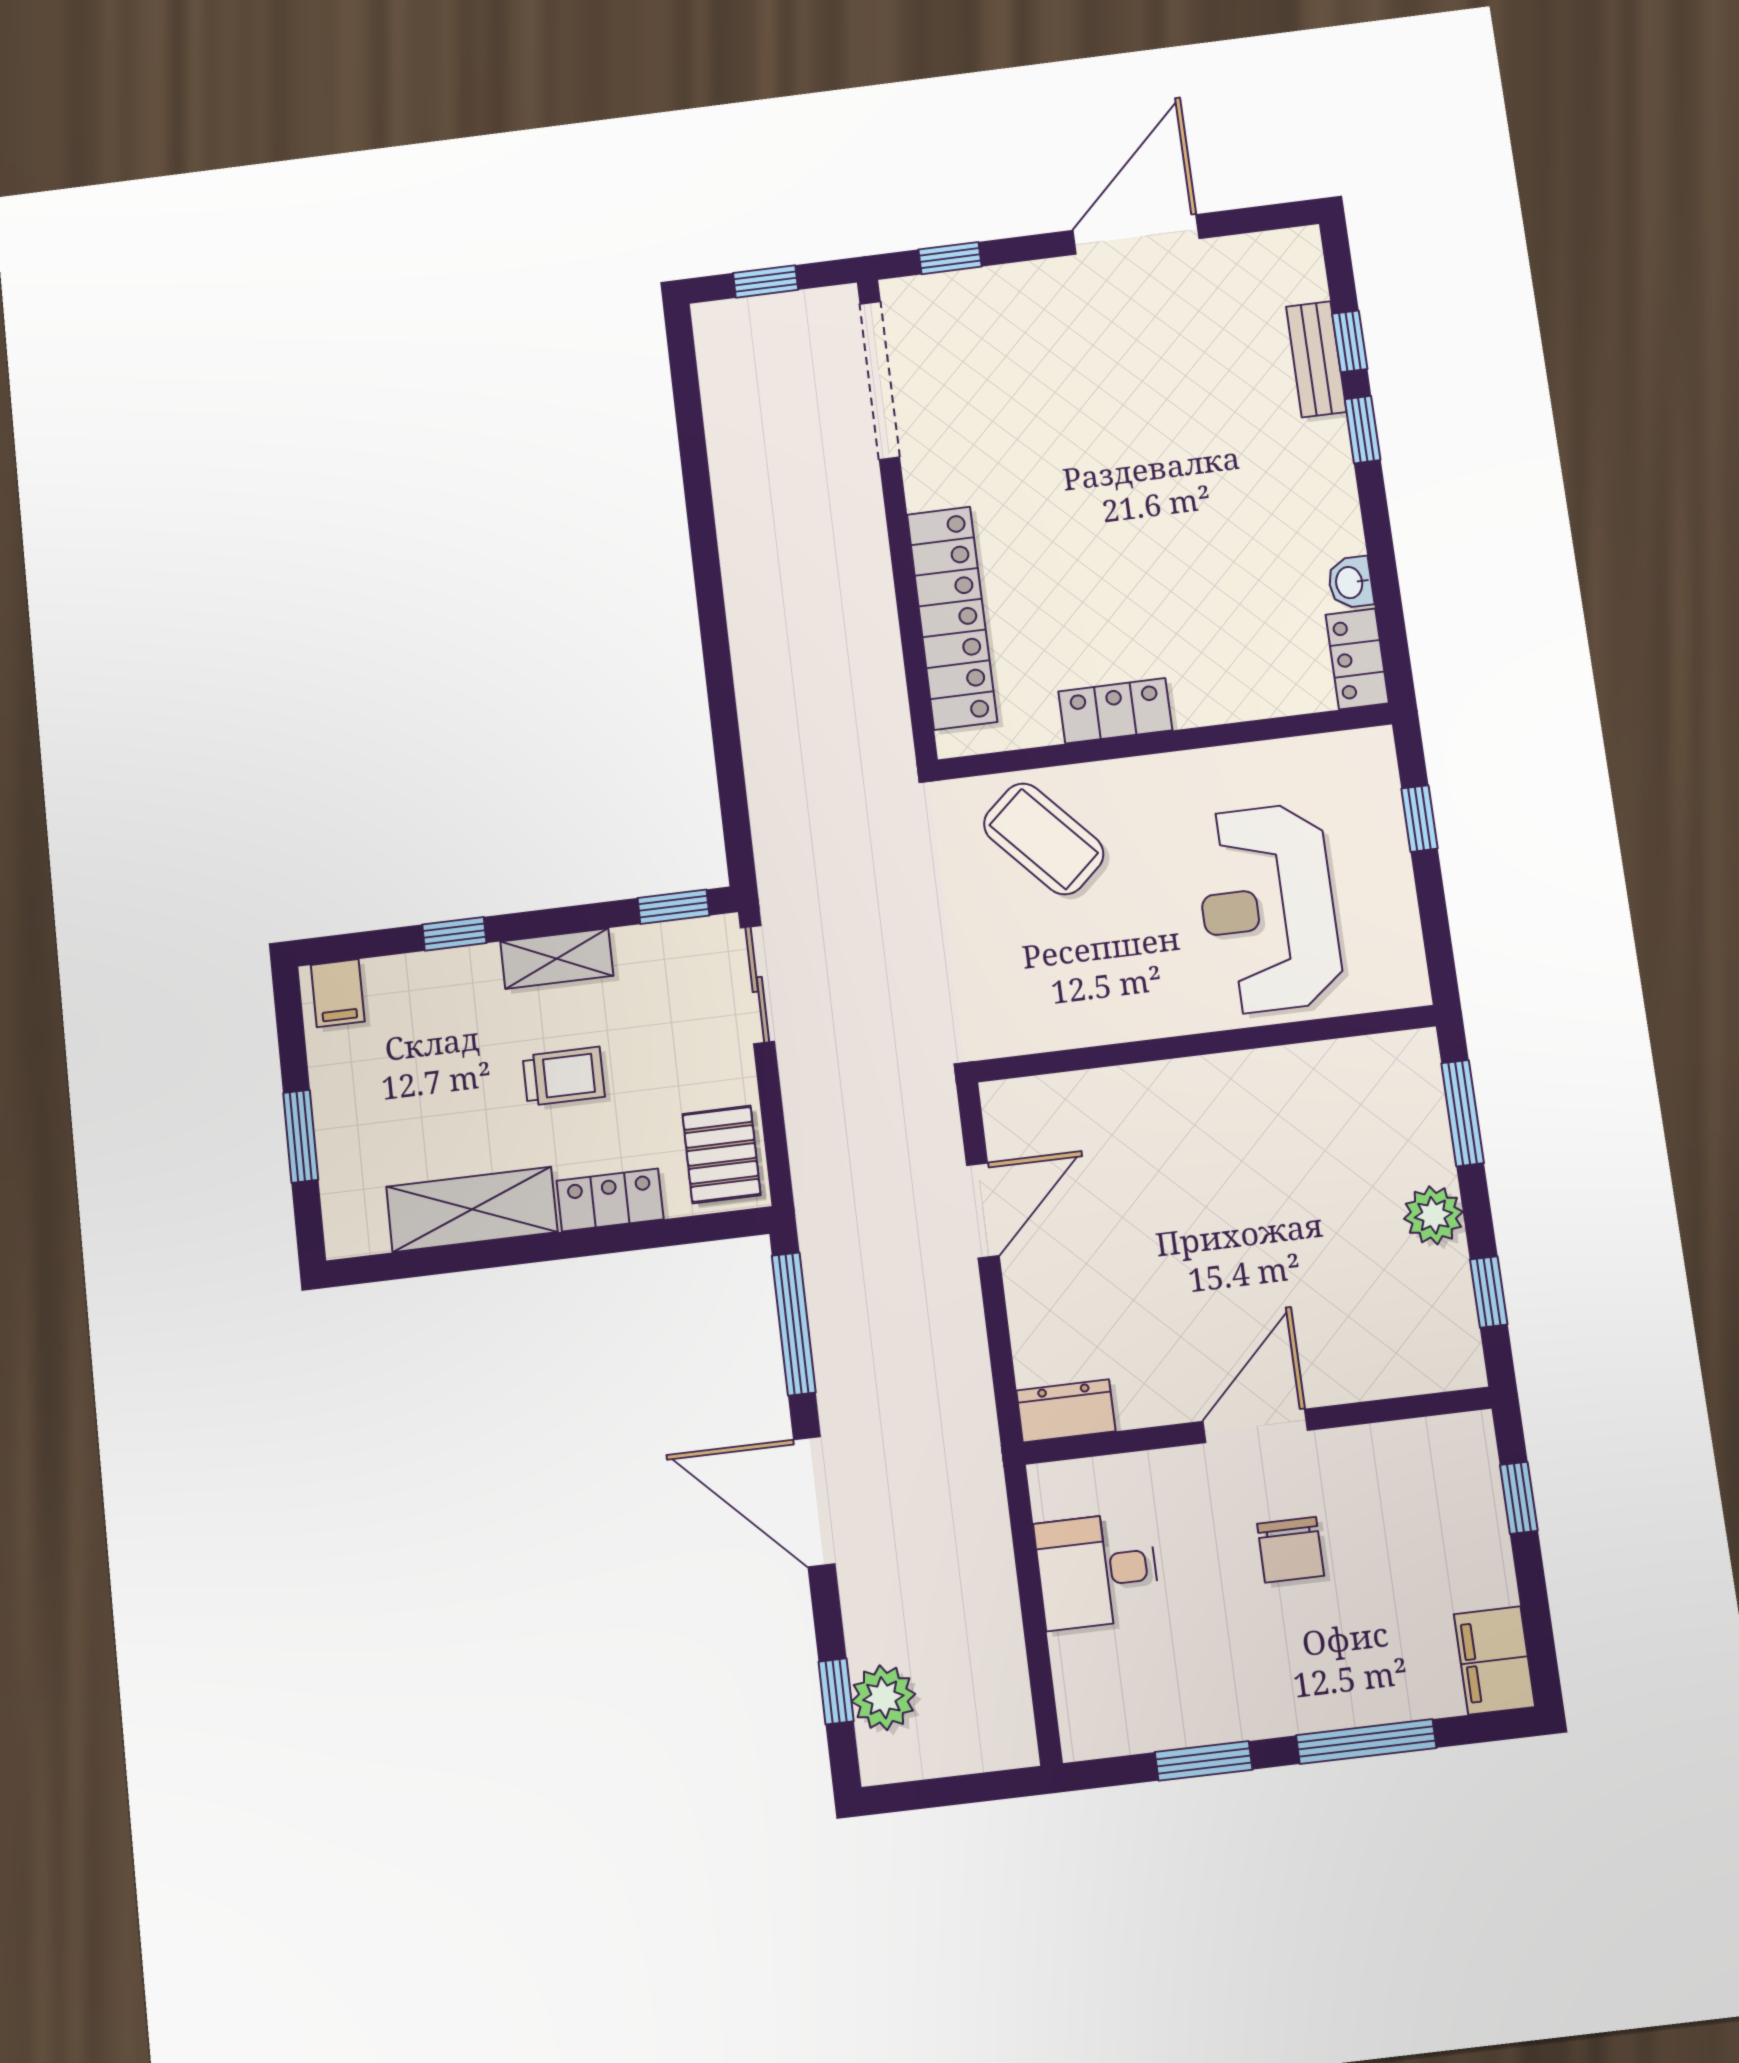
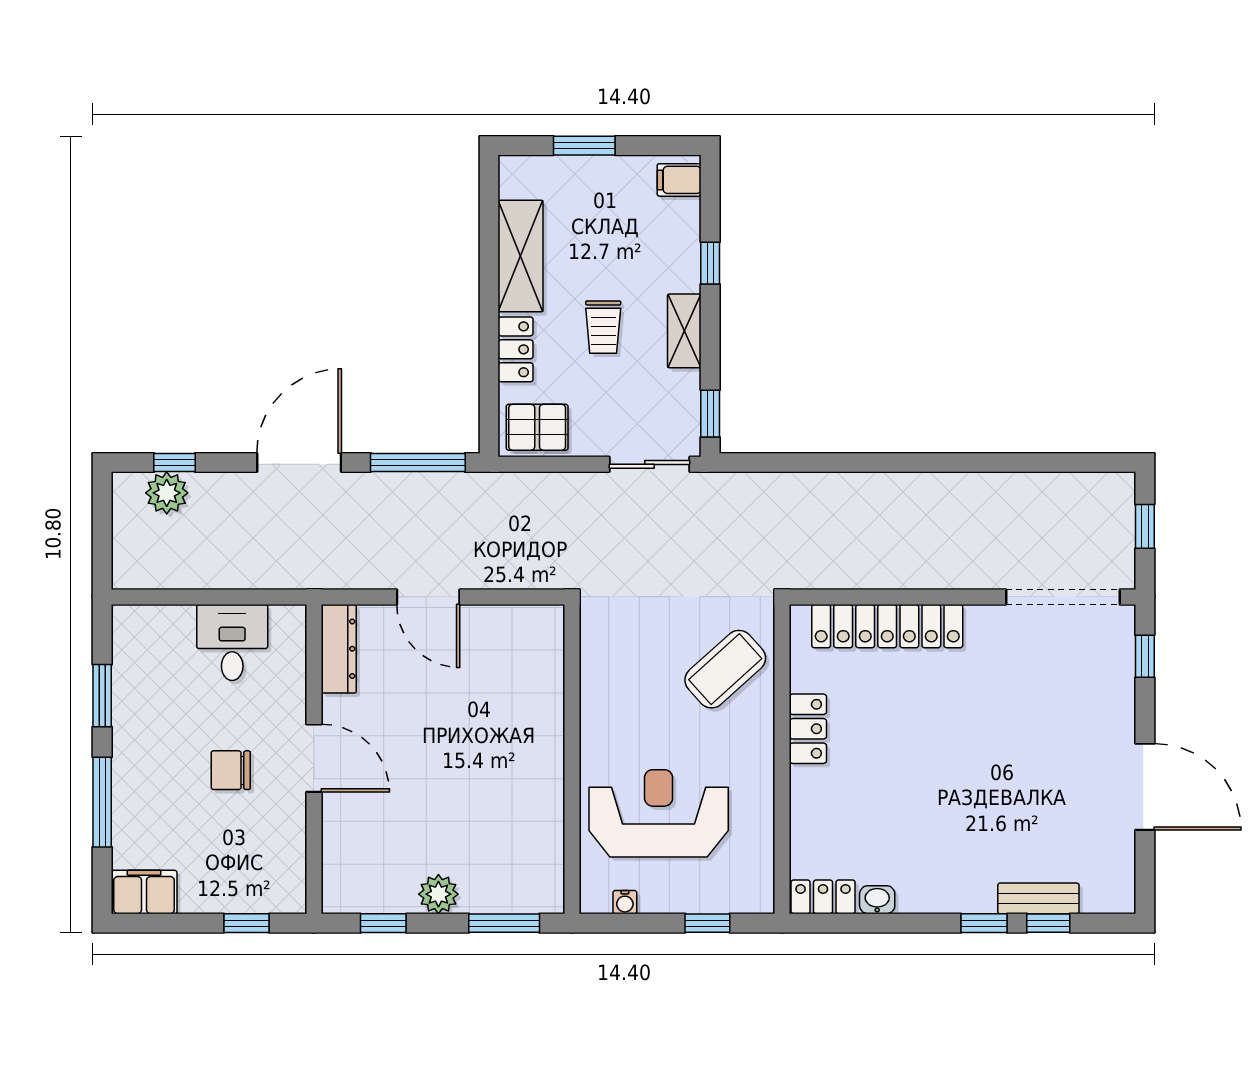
water cooler: (1406, 941) -> (625, 902), added
door: (983, 1210) -> (428, 597), moved
dresser: (1066, 1411) -> (339, 649), width x1.44

